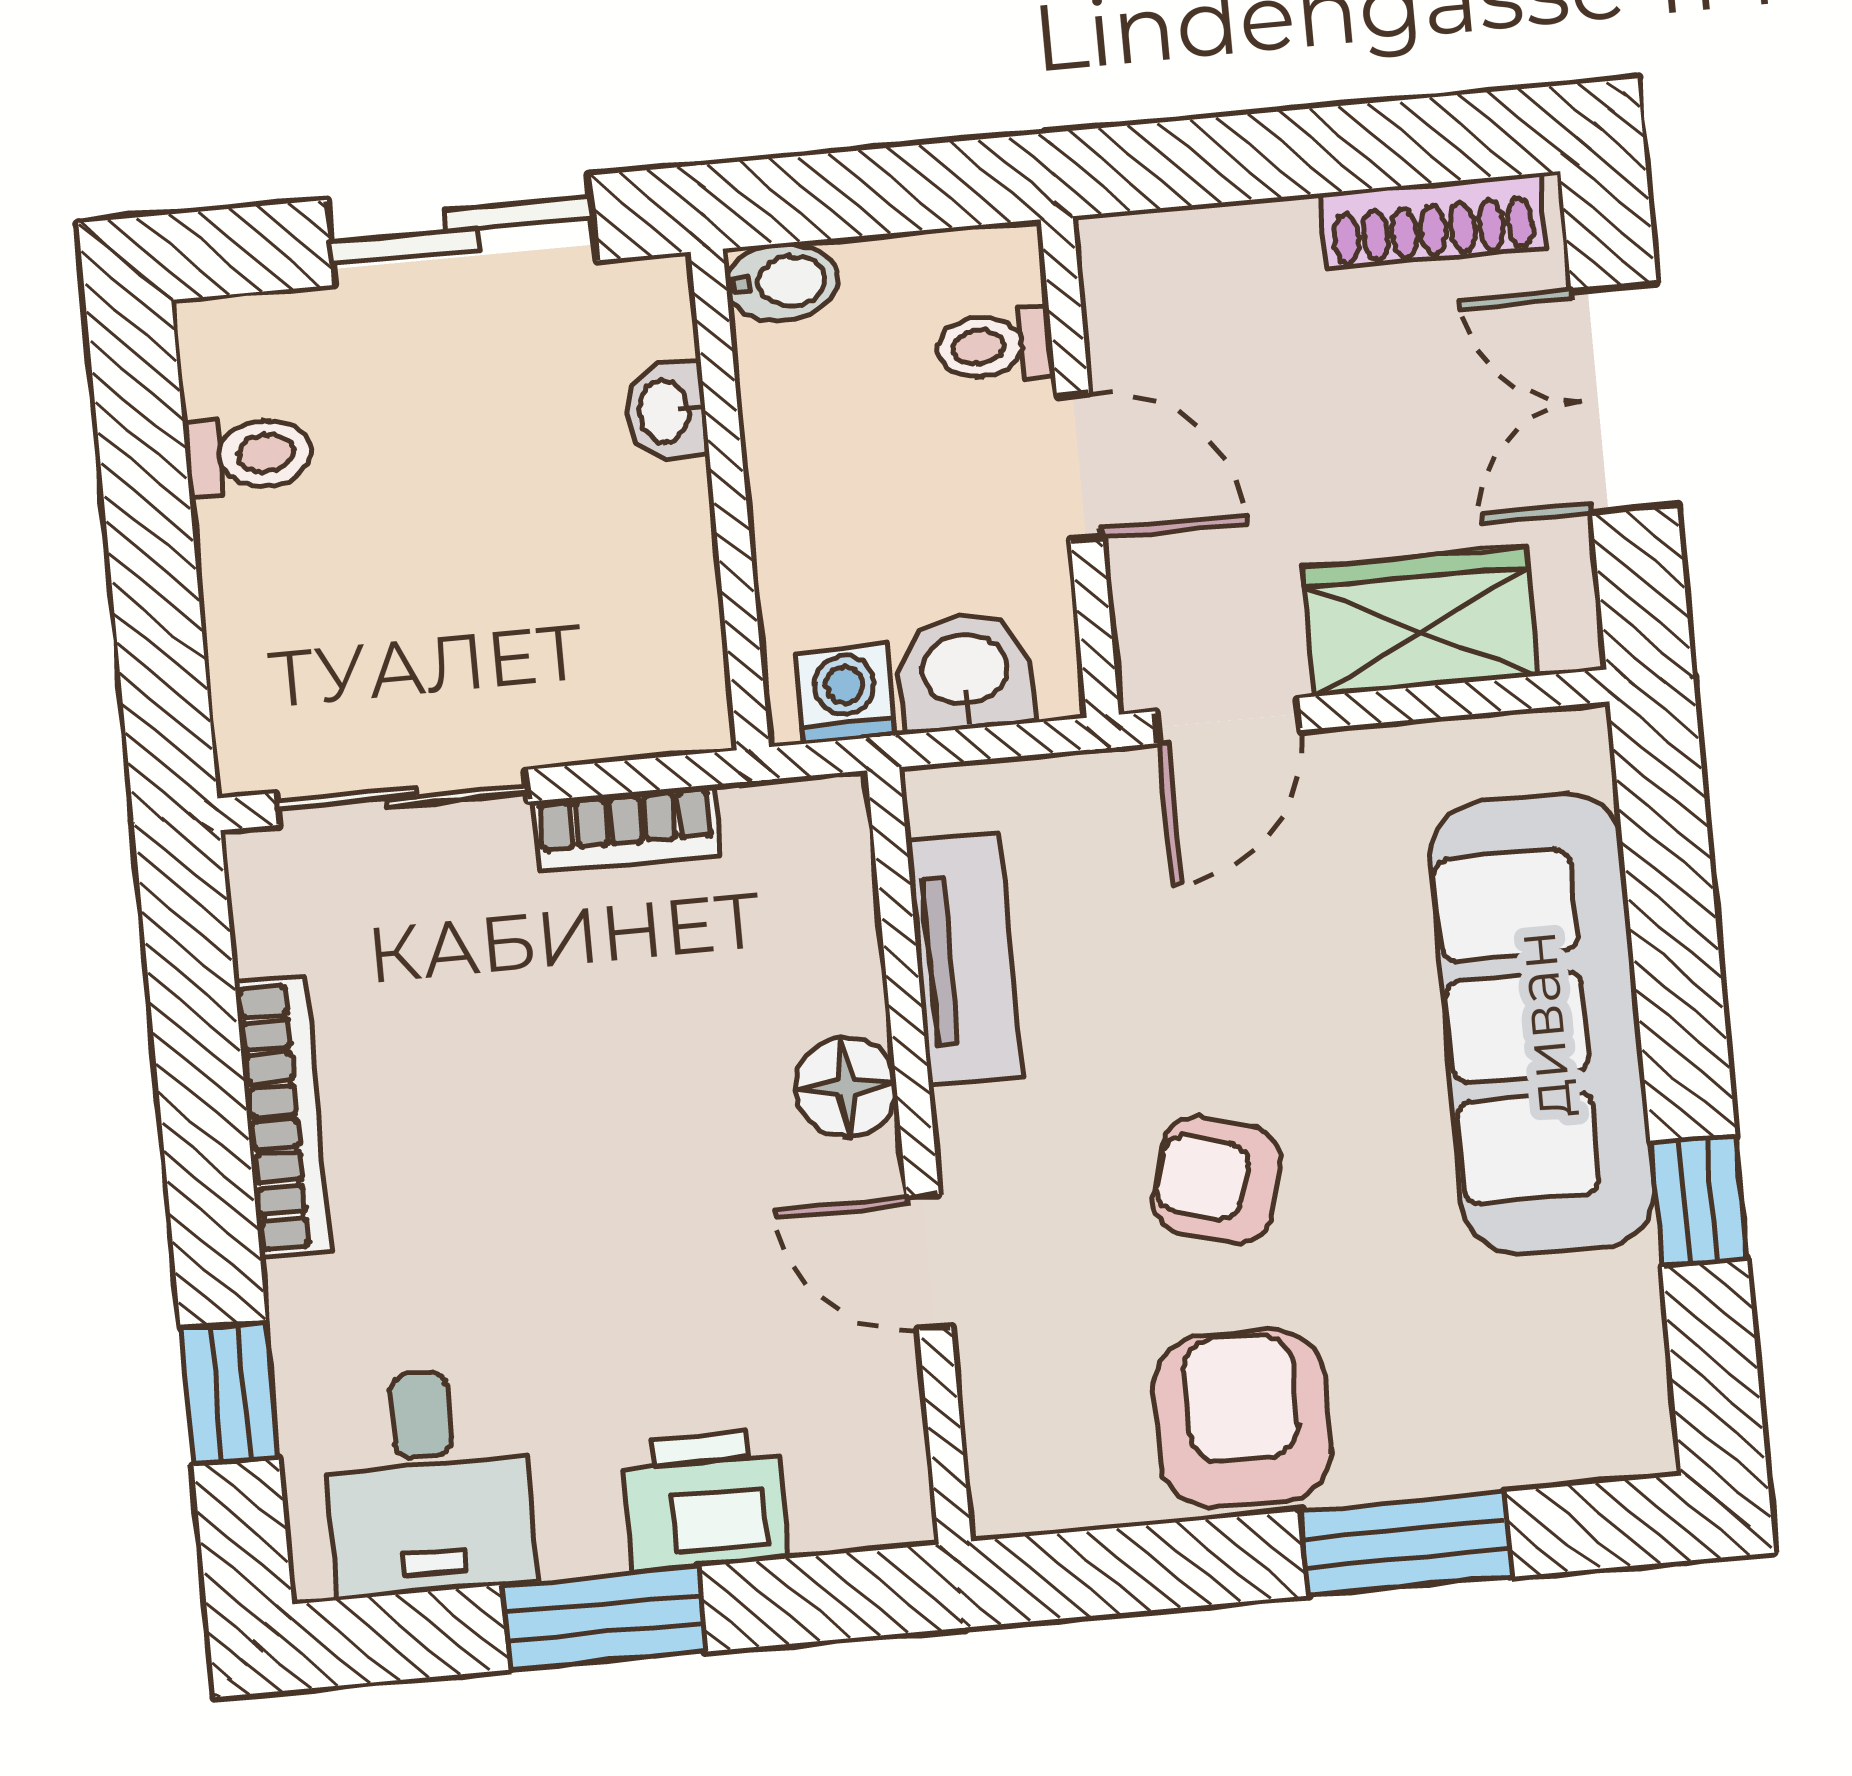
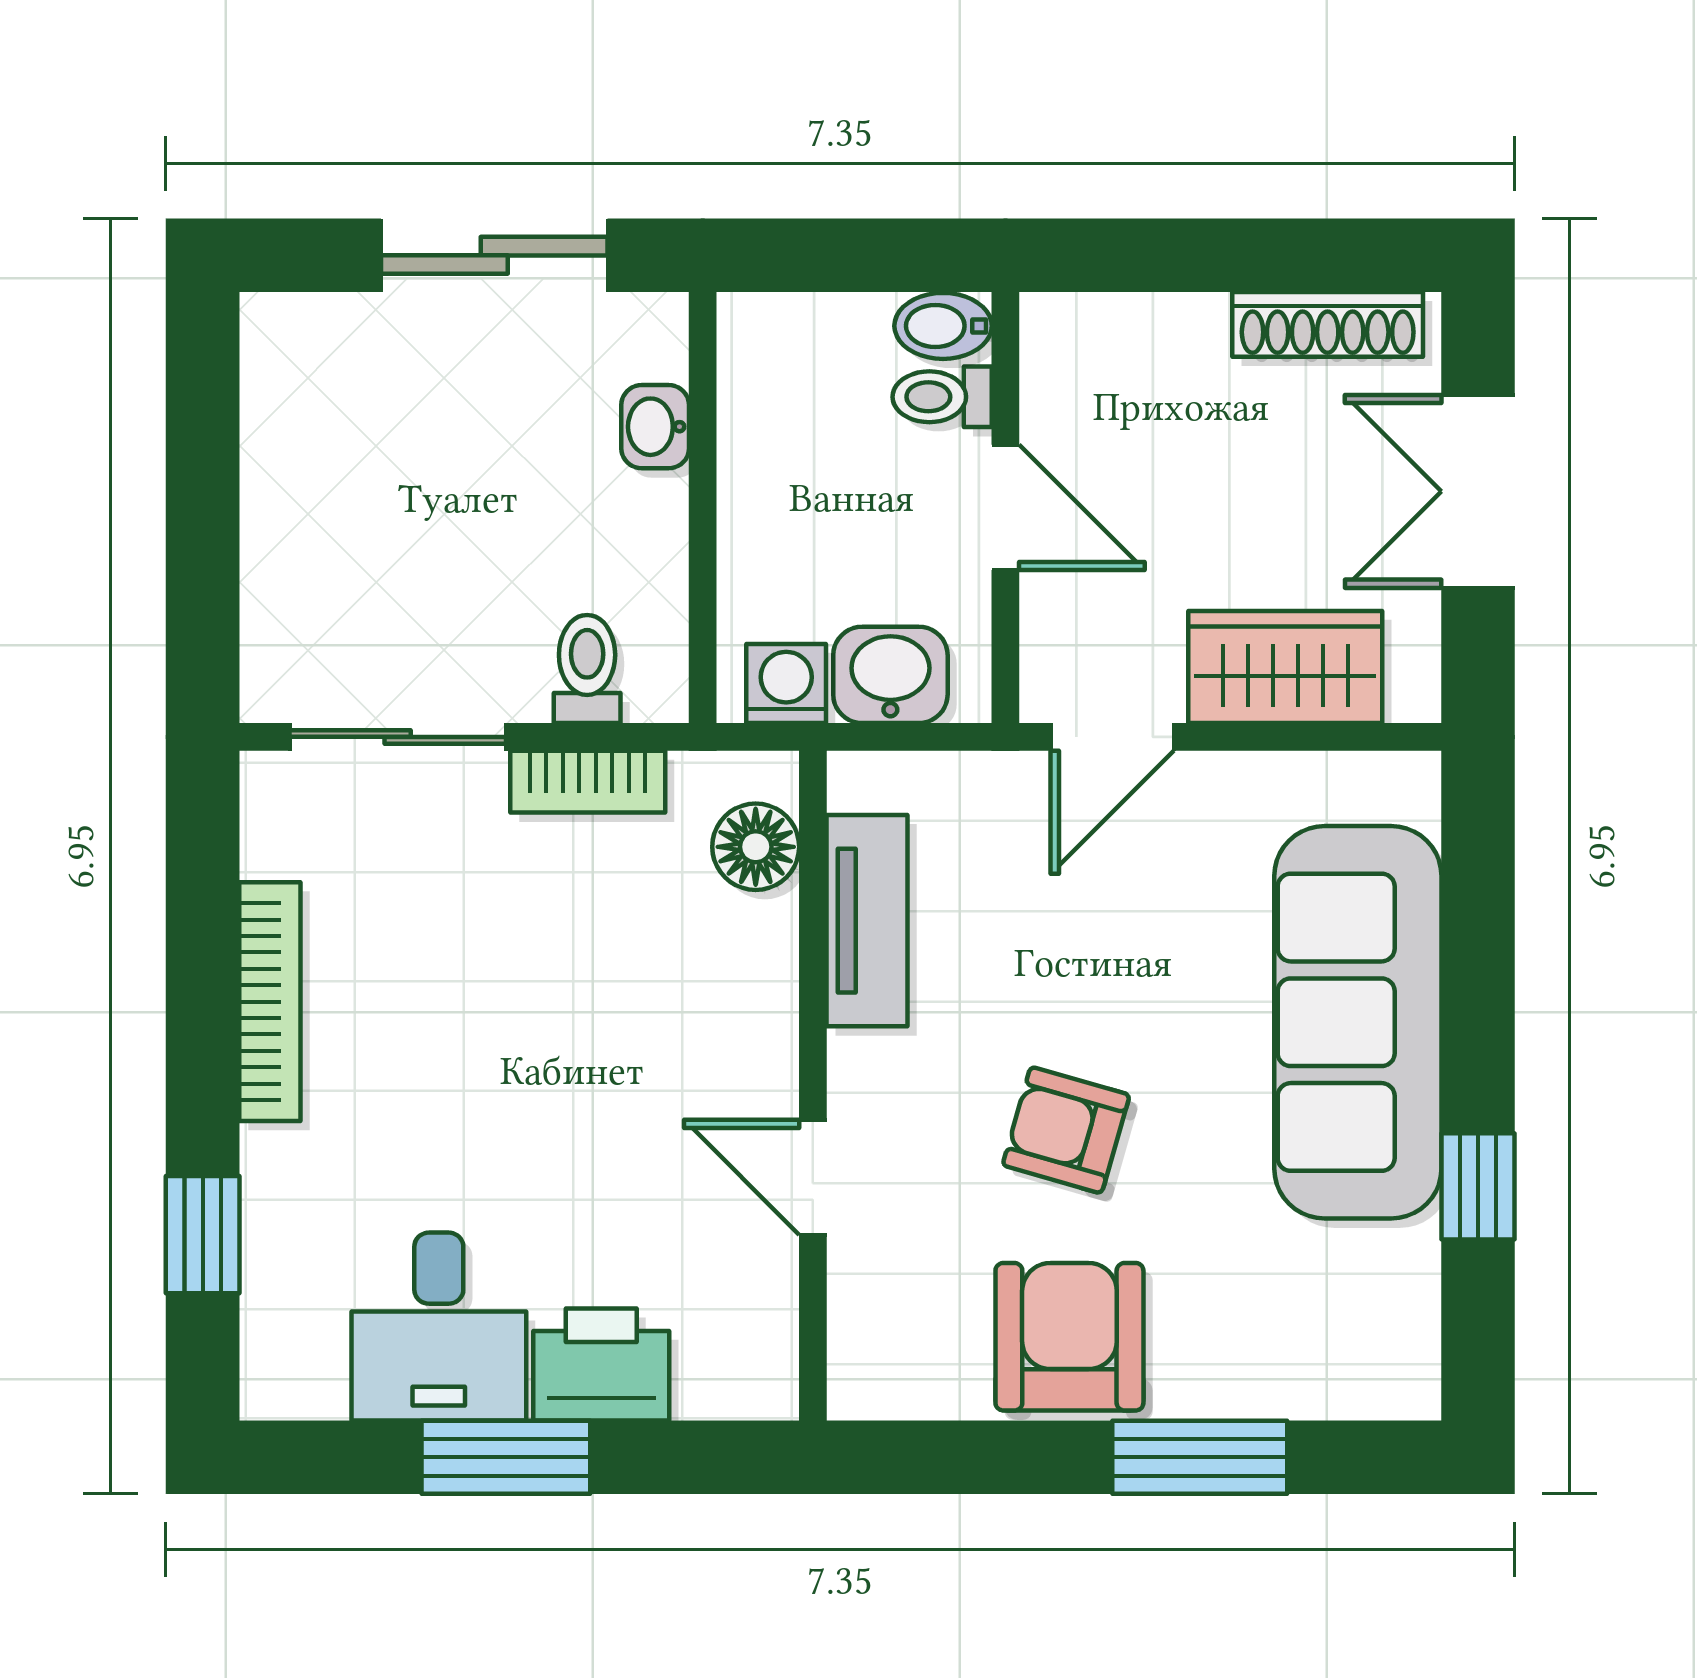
bidet: (782, 282) -> (943, 326), moved, turned 180
toilet: (249, 455) -> (587, 669), moved, turned -90
floor lamp: (846, 1087) -> (756, 847), moved
desk: (427, 1482) -> (439, 1326), moved

